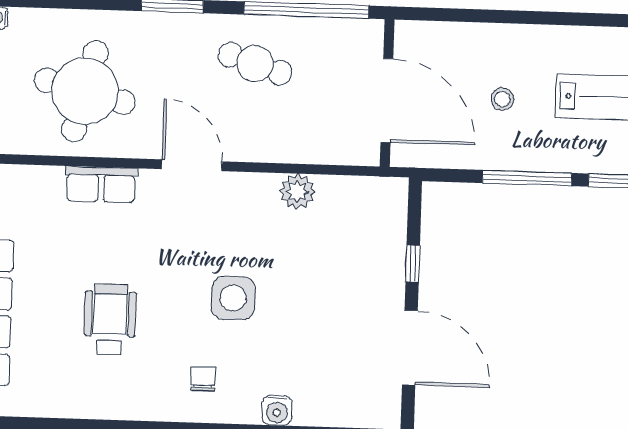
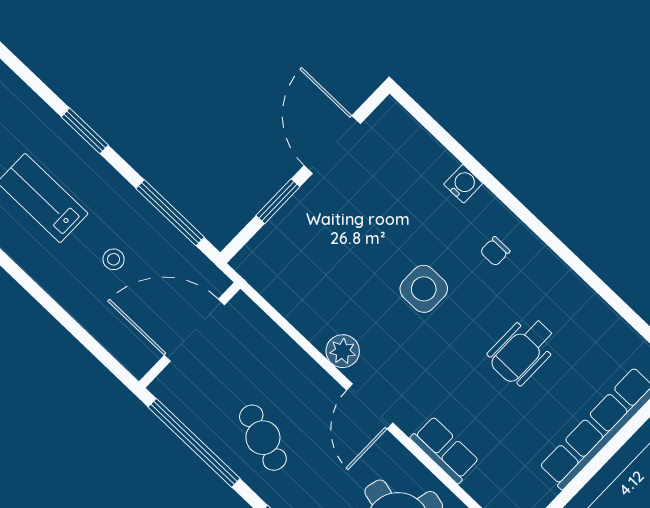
door: (387, 100) -> (194, 330), hinge flipped
window: (527, 178) -> (170, 213), moved
plant: (297, 191) -> (343, 351), moved
window: (413, 263) -> (278, 201), width x1.50

